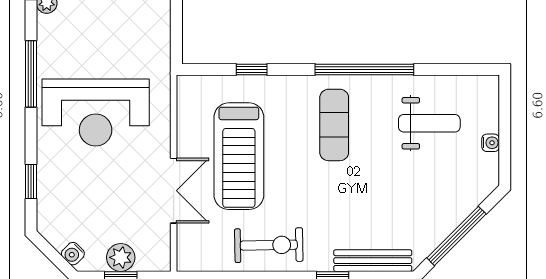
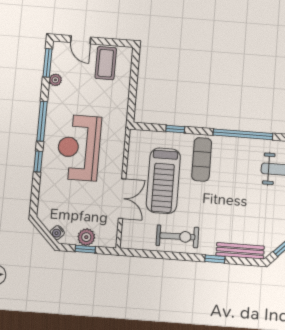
reception desk: (96, 113) -> (79, 148), turned 90
exercise mat: (334, 125) -> (202, 159), moved
window: (31, 181) -> (38, 162), moved

